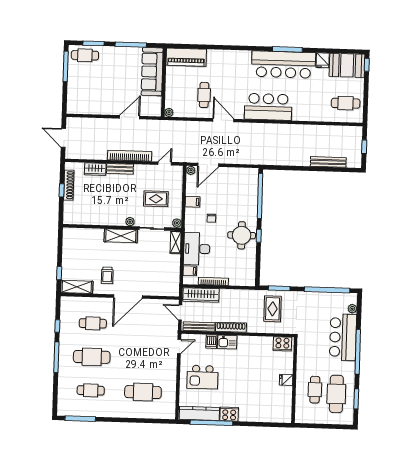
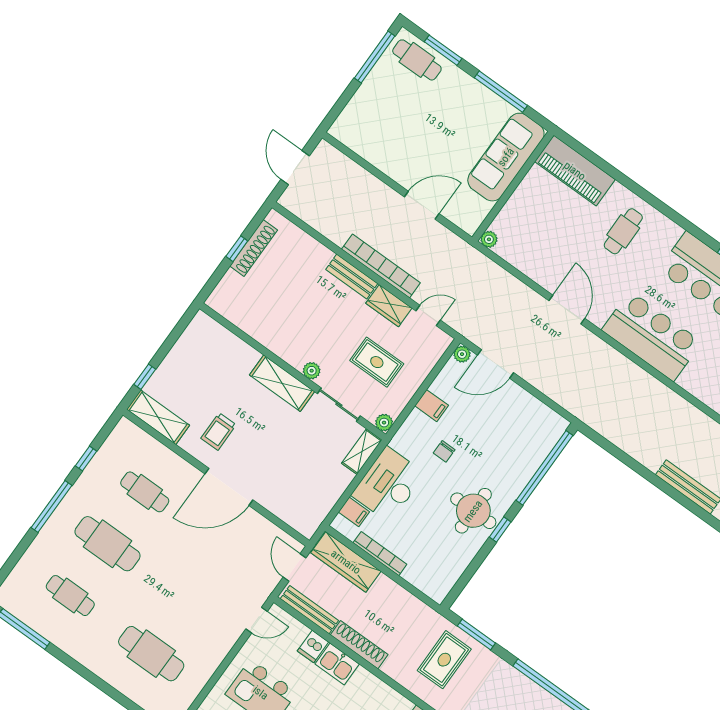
cafe table: (204, 95) -> (623, 231), moved
wardrobe: (95, 169) -> (389, 306), moved

